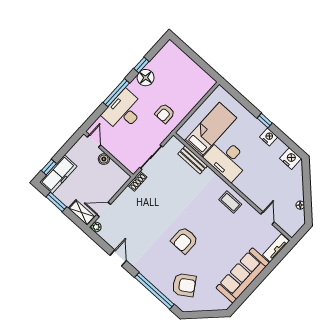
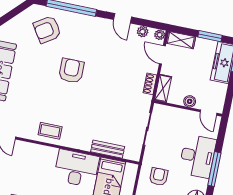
shoe rack: (137, 181) -> (150, 84), moved
shelving: (119, 182) -> (163, 88), added
door: (104, 209) -> (162, 55), swing flipped
plant: (108, 238) -> (143, 32), added

